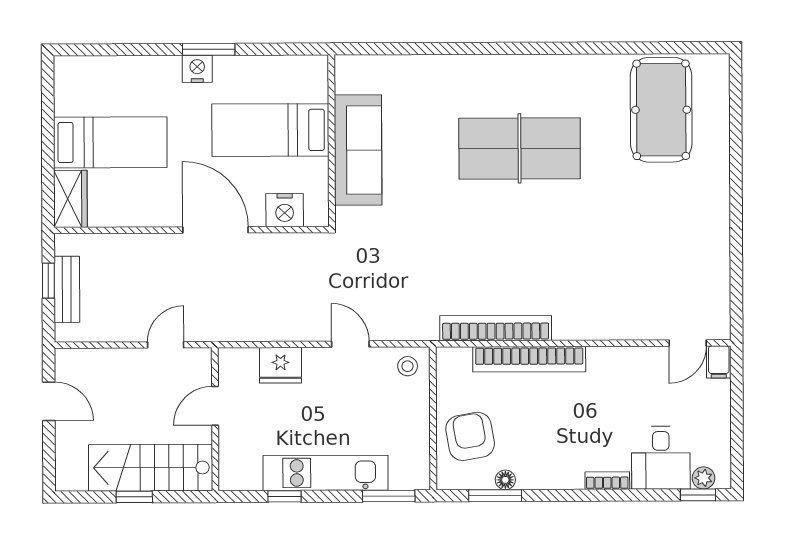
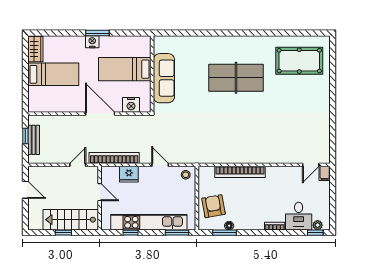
pool table: (661, 110) -> (299, 61), turned 90
wardrobe: (70, 199) -> (35, 49), moved
bookcase: (496, 328) -> (114, 158), moved
door: (215, 406) -> (100, 192), swing flipped
kitchen unit: (325, 473) -> (149, 222), width x1.36

